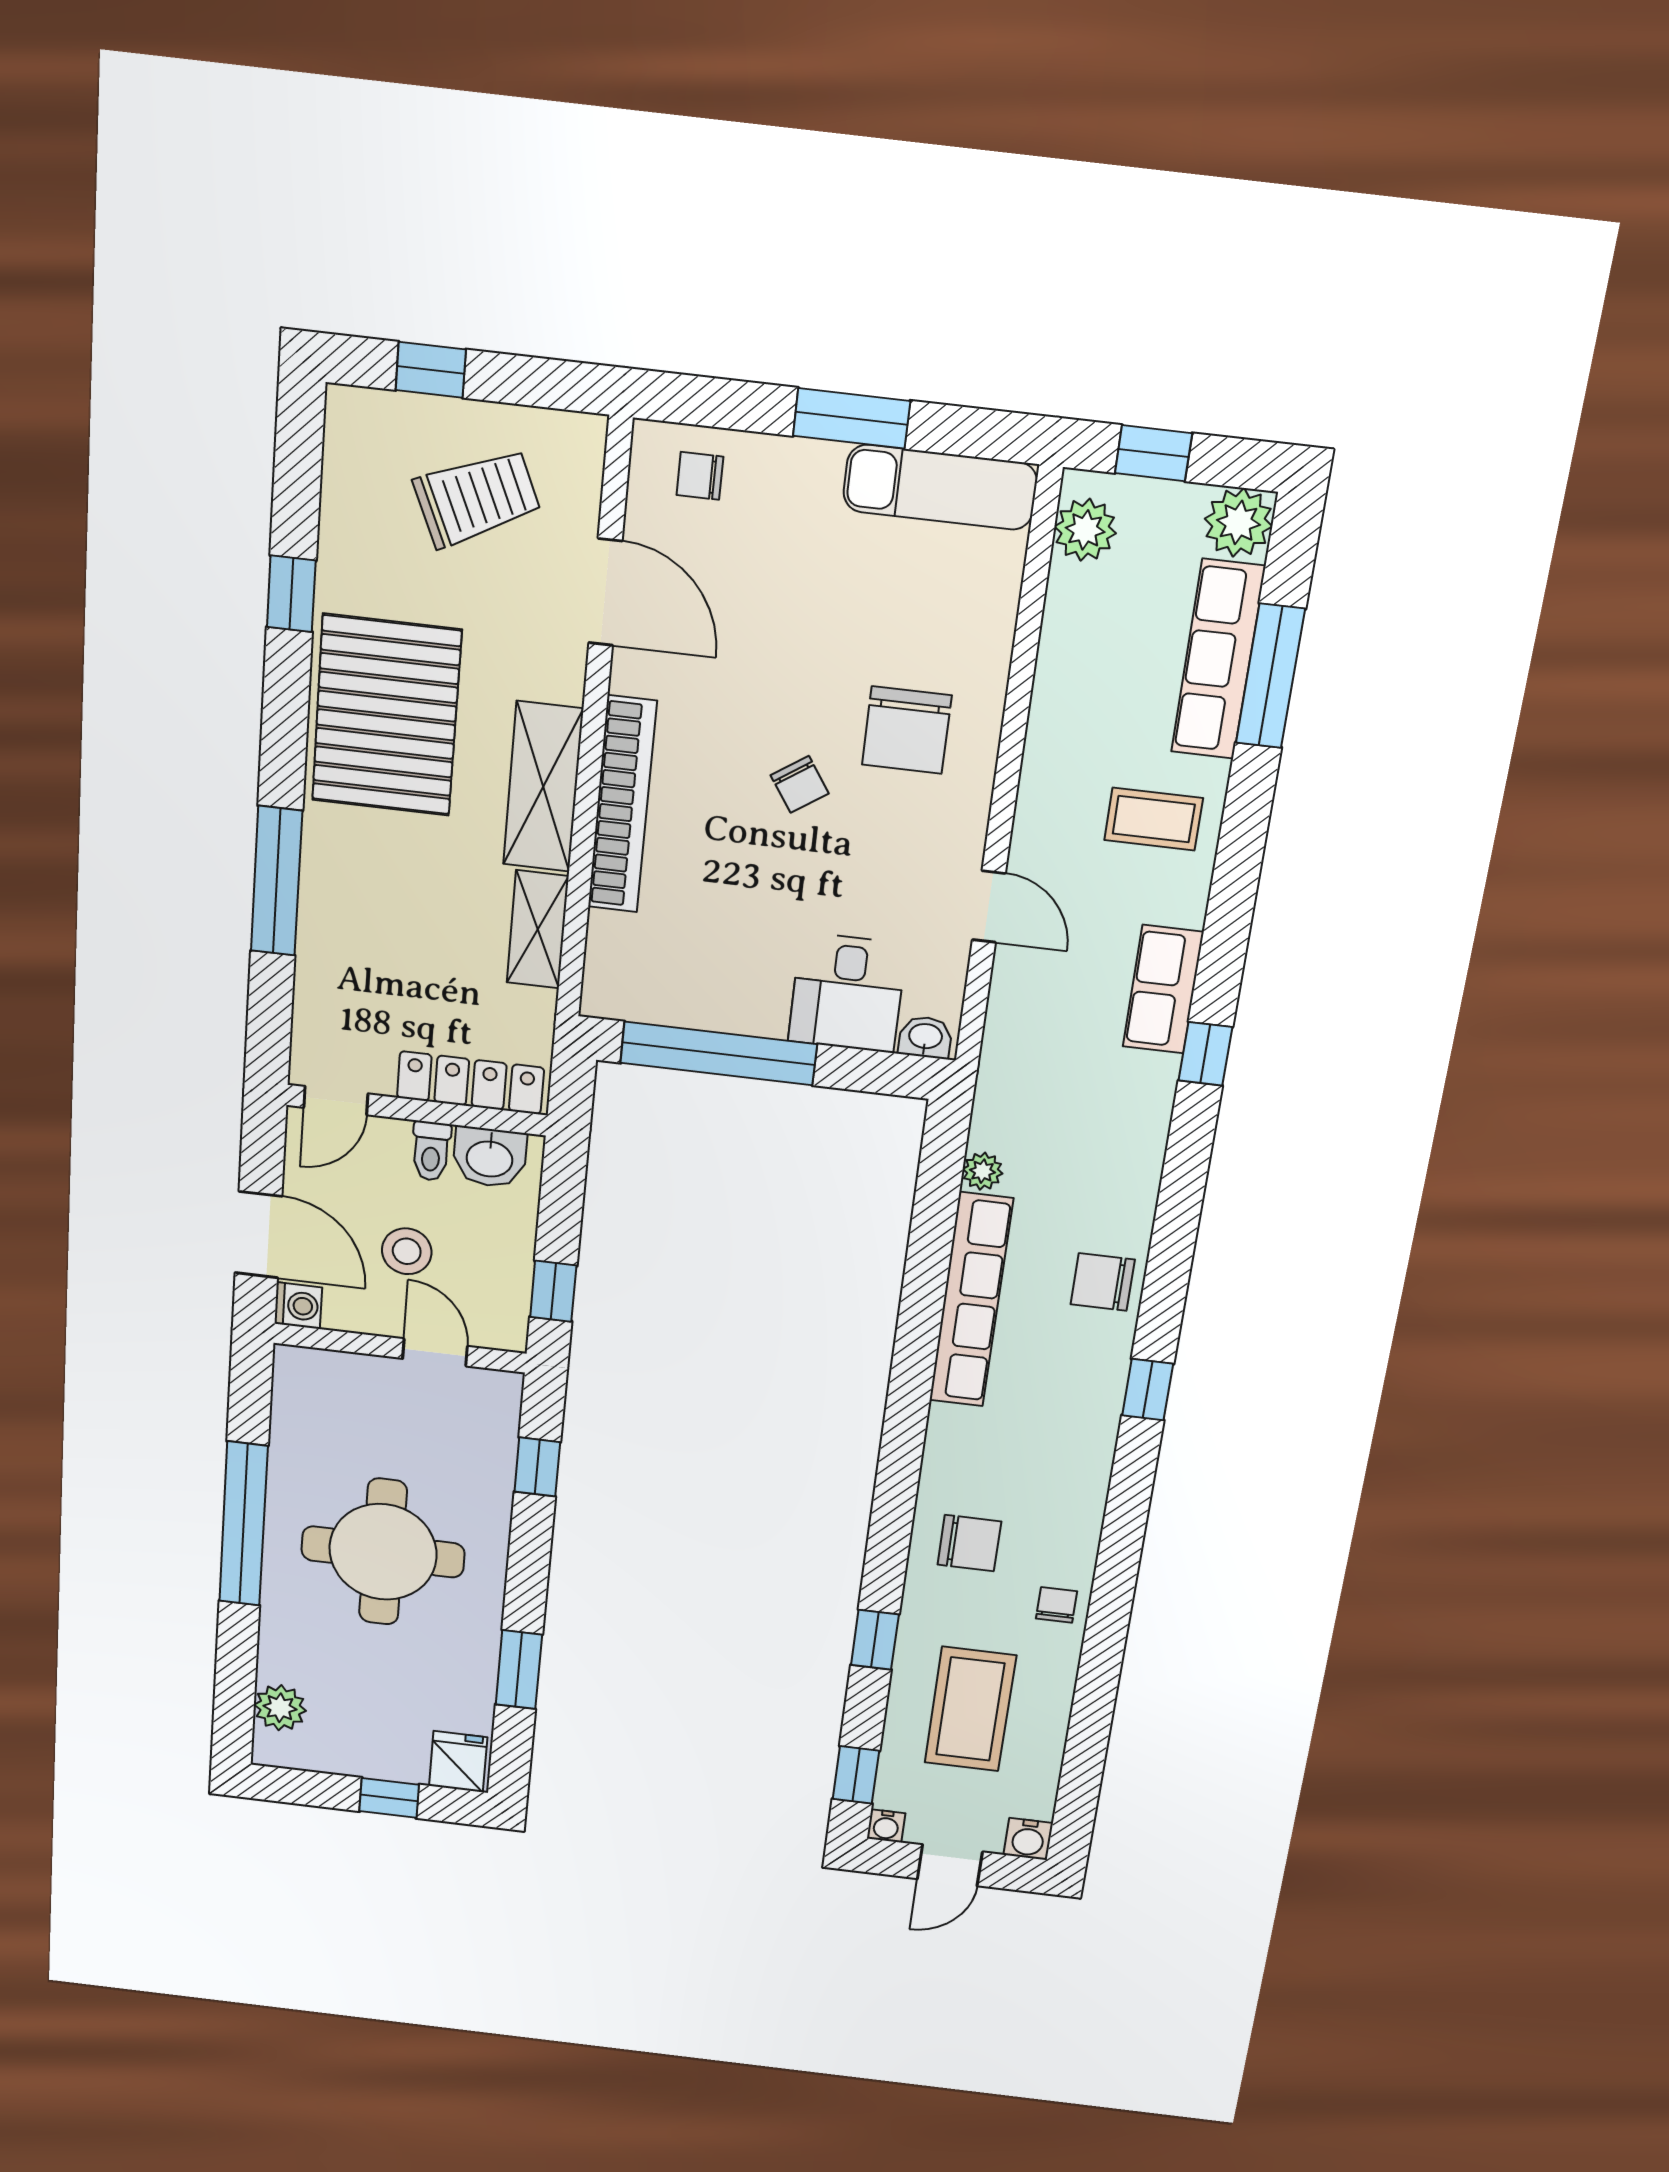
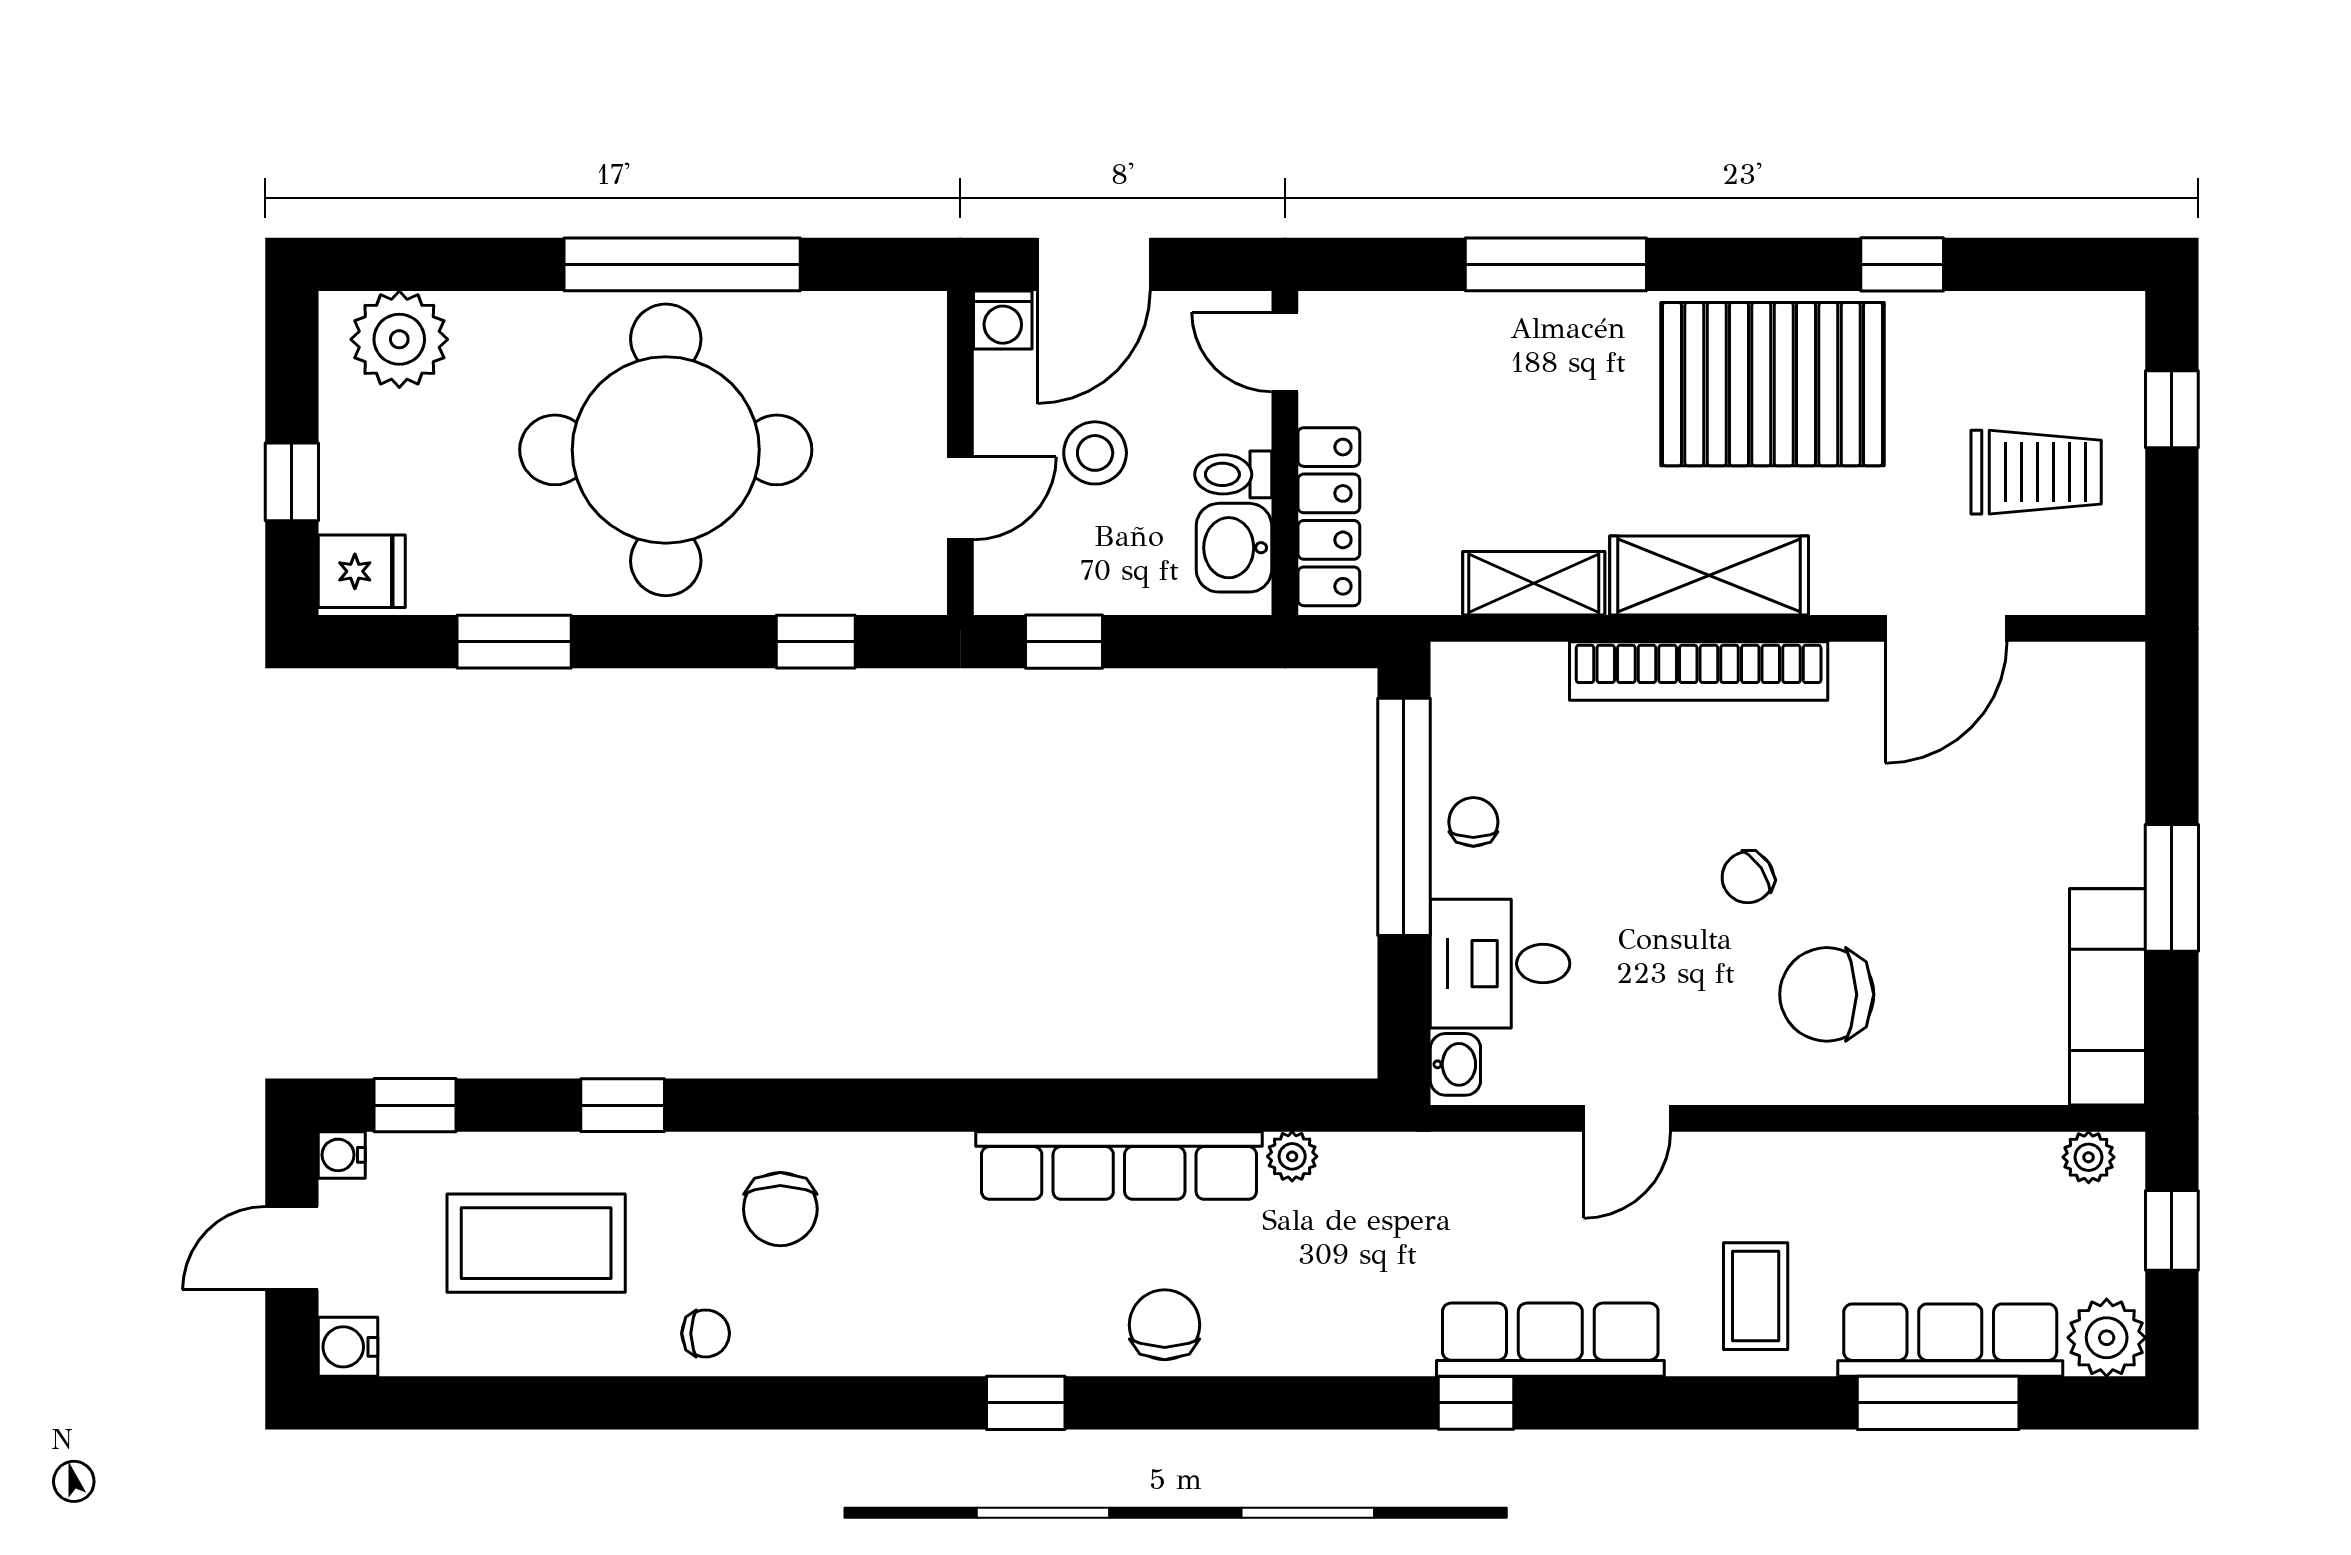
chair: (700, 476) -> (1473, 822), moved
trolley: (477, 498) -> (2036, 472), turned -66
plant: (1085, 530) -> (2089, 1157), width x0.73, depth x0.73
row of seats: (1163, 989) -> (1550, 1340), width x1.48
round table: (383, 1552) -> (666, 450), width x1.36, depth x1.36
plant: (280, 1708) -> (399, 339), width x1.36, depth x1.36
door: (950, 1865) -> (292, 1248), hinge flipped

